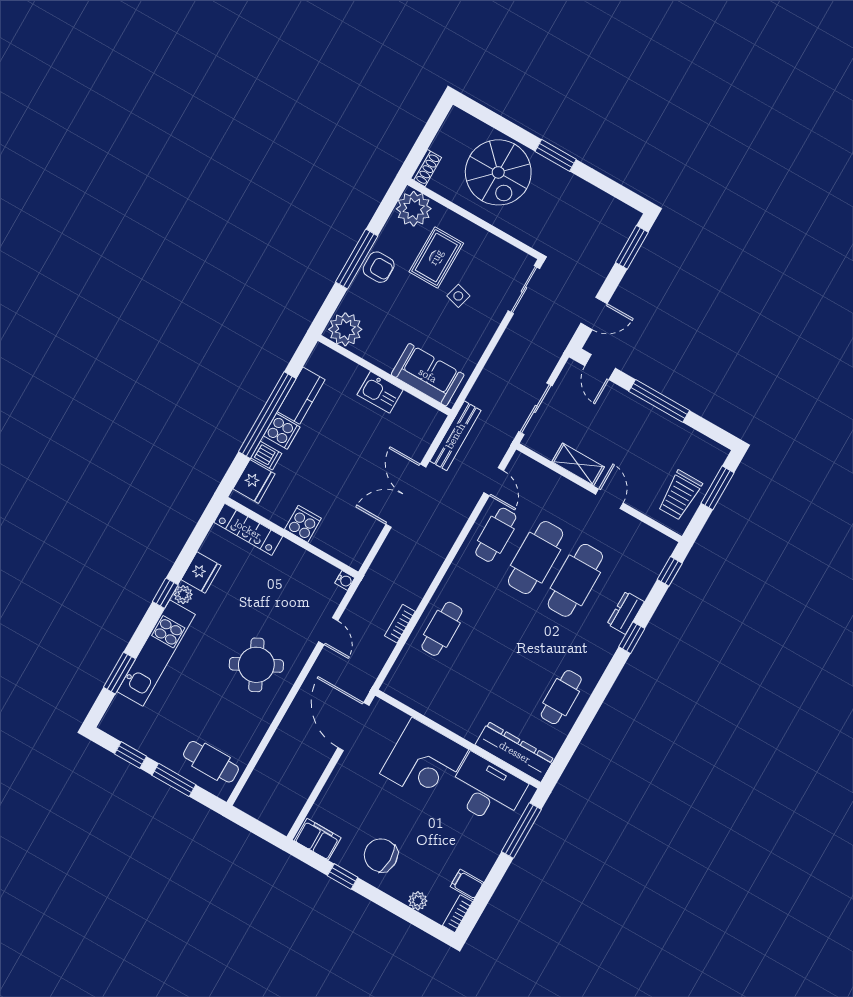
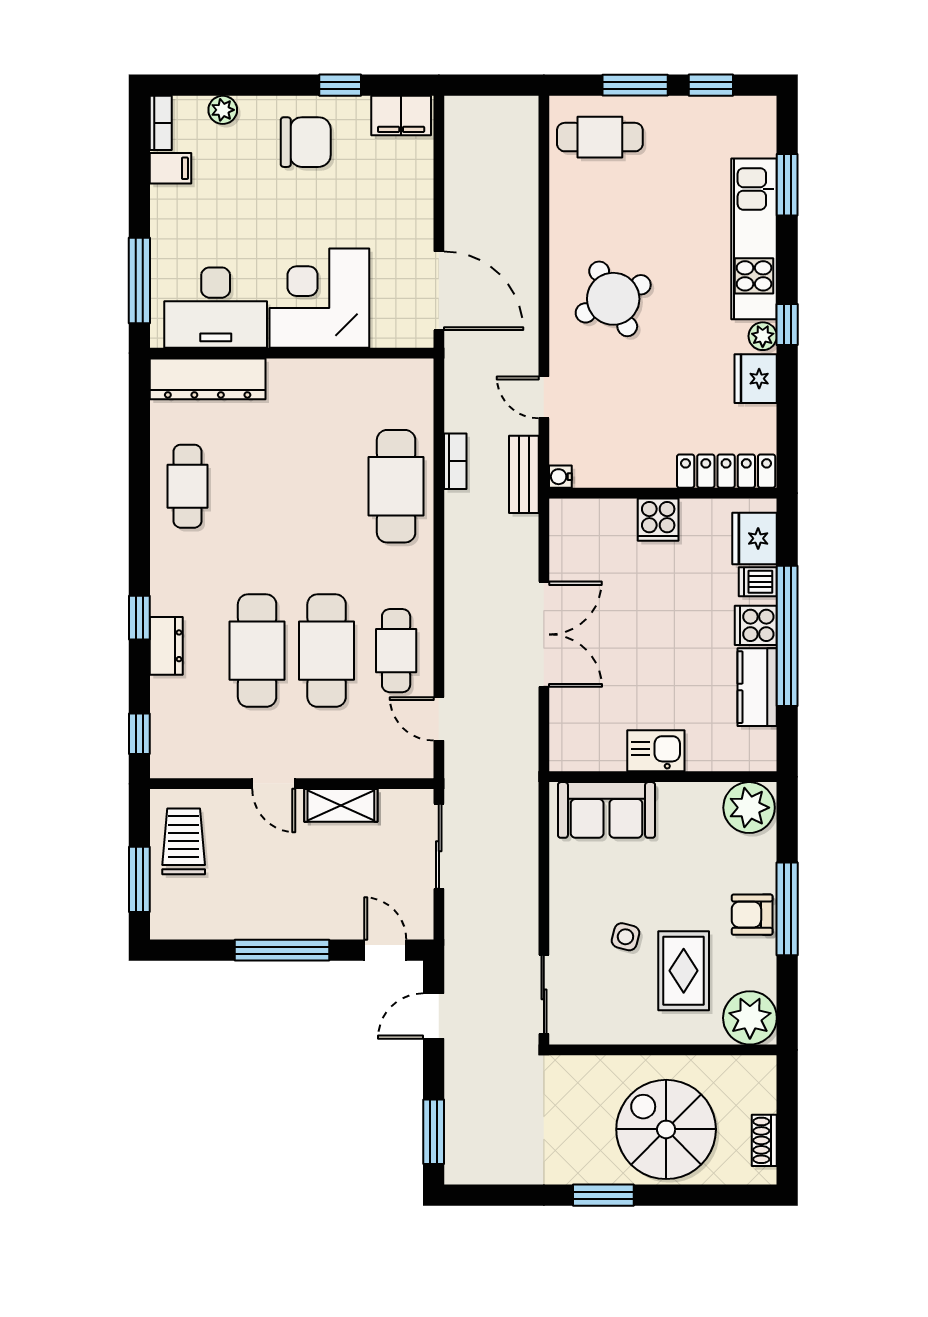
shoe rack: (426, 168) -> (764, 1140), moved
bench: (455, 436) -> (524, 474), moved, width x0.73
cafe table: (442, 629) -> (396, 486), width x1.37, depth x1.35

